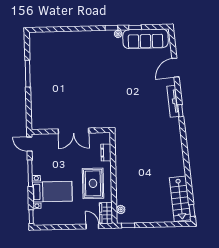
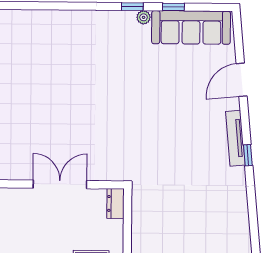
double door: (73, 131) -> (60, 184), swing flipped
dresser: (106, 152) -> (115, 204), moved

